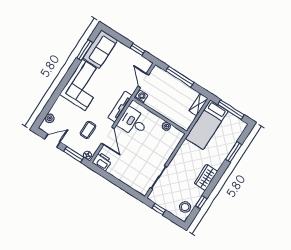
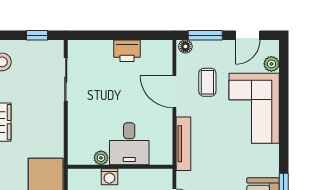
corner sofa: (83, 85) -> (254, 108), moved
washing machine: (141, 97) -> (109, 177), moved
desk: (133, 122) -> (129, 144), moved, turned 90
printer: (102, 161) -> (127, 51), moved

